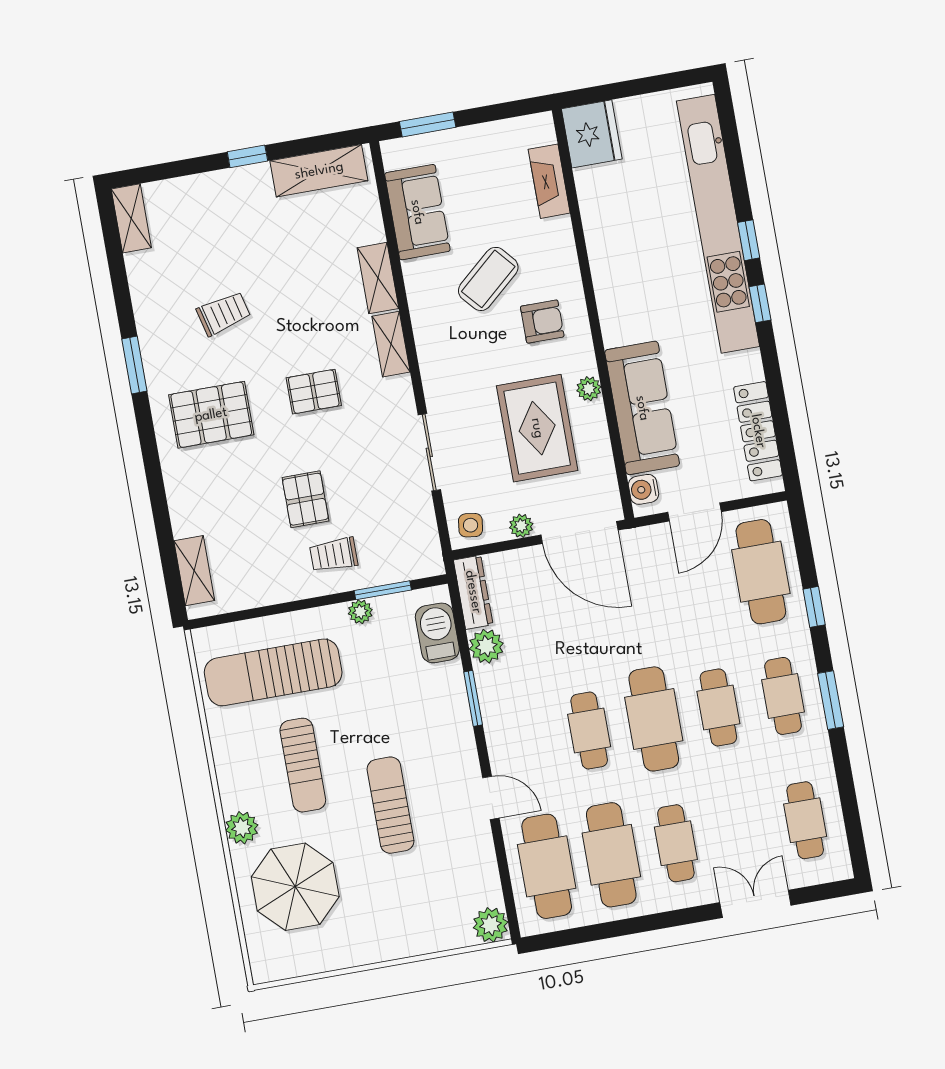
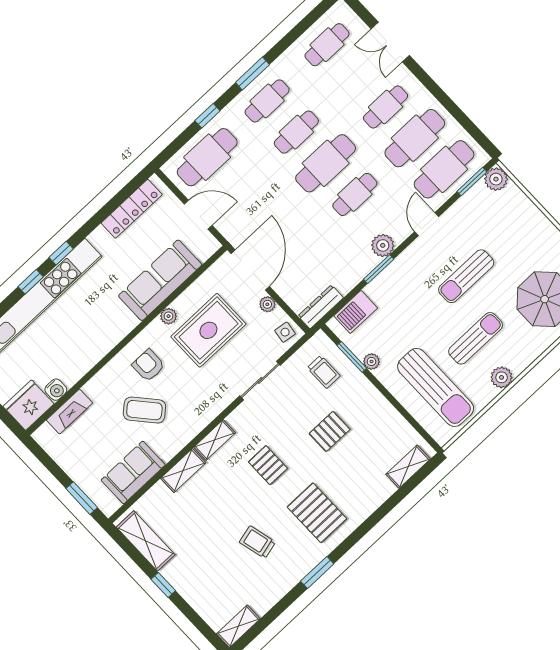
water cooler: (643, 489) -> (56, 390), moved
trolley: (334, 555) -> (324, 372), moved
plant: (486, 646) -> (383, 245), moved
plant: (242, 828) -> (502, 377), moved
window: (508, 892) -> (472, 182), added

